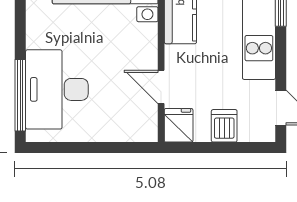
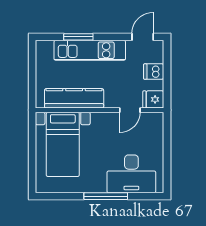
window: (20, 95) -> (106, 196), moved

